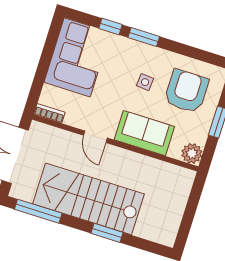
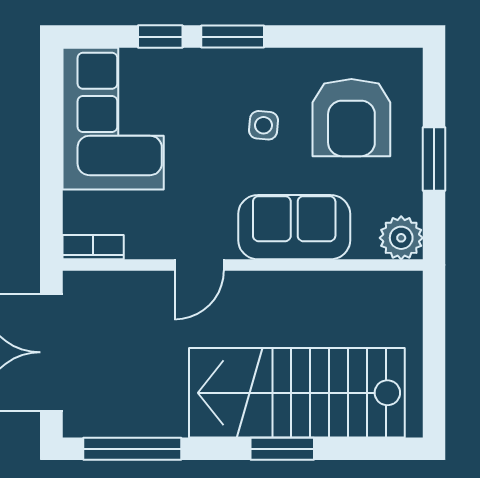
armchair: (186, 91) -> (351, 118), turned 180
door: (95, 137) -> (199, 265), hinge flipped
stairs: (88, 199) -> (297, 393), moved

